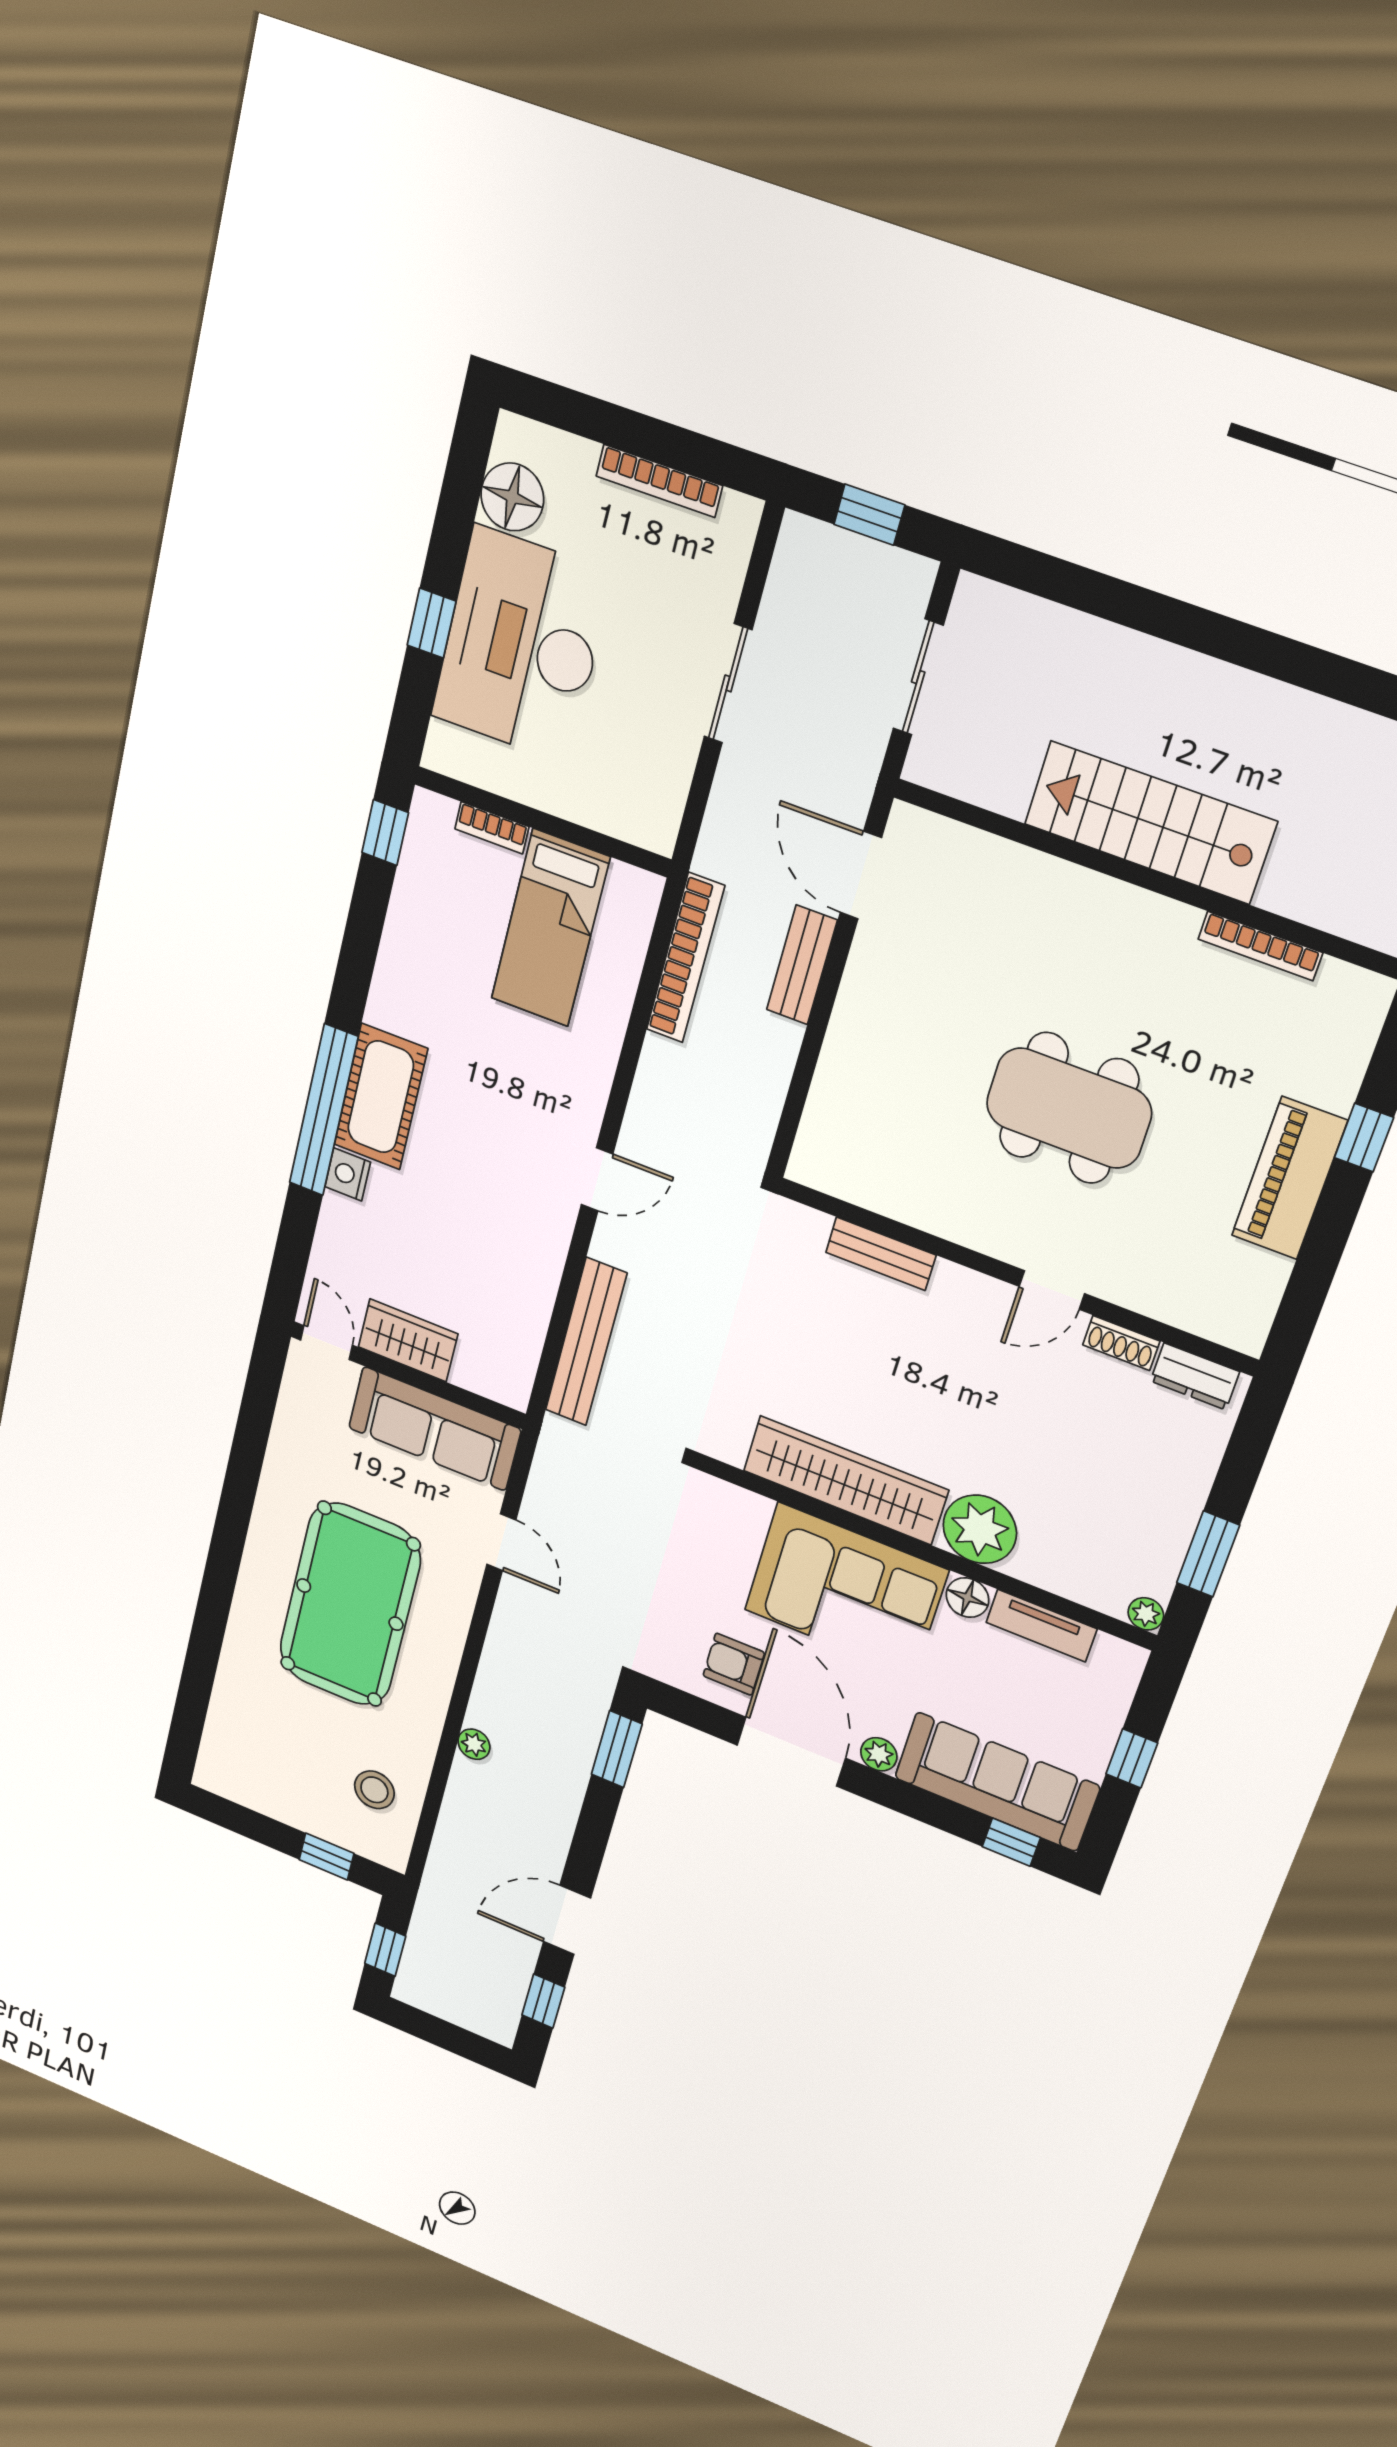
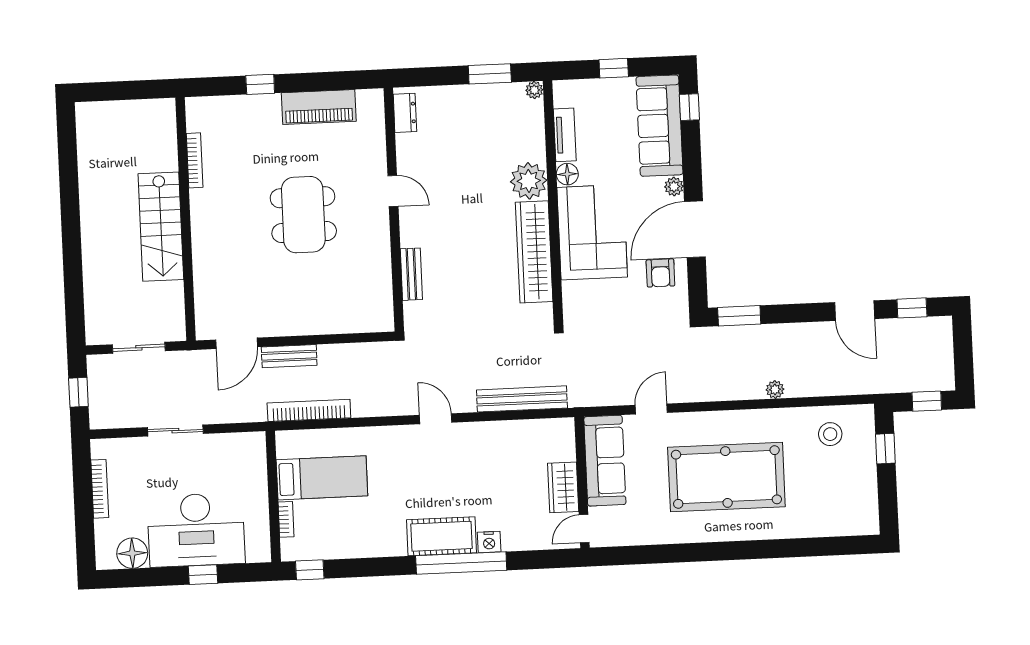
piano: (1289, 1178) -> (319, 107), moved
shoe rack: (1121, 1343) -> (404, 151), removed

